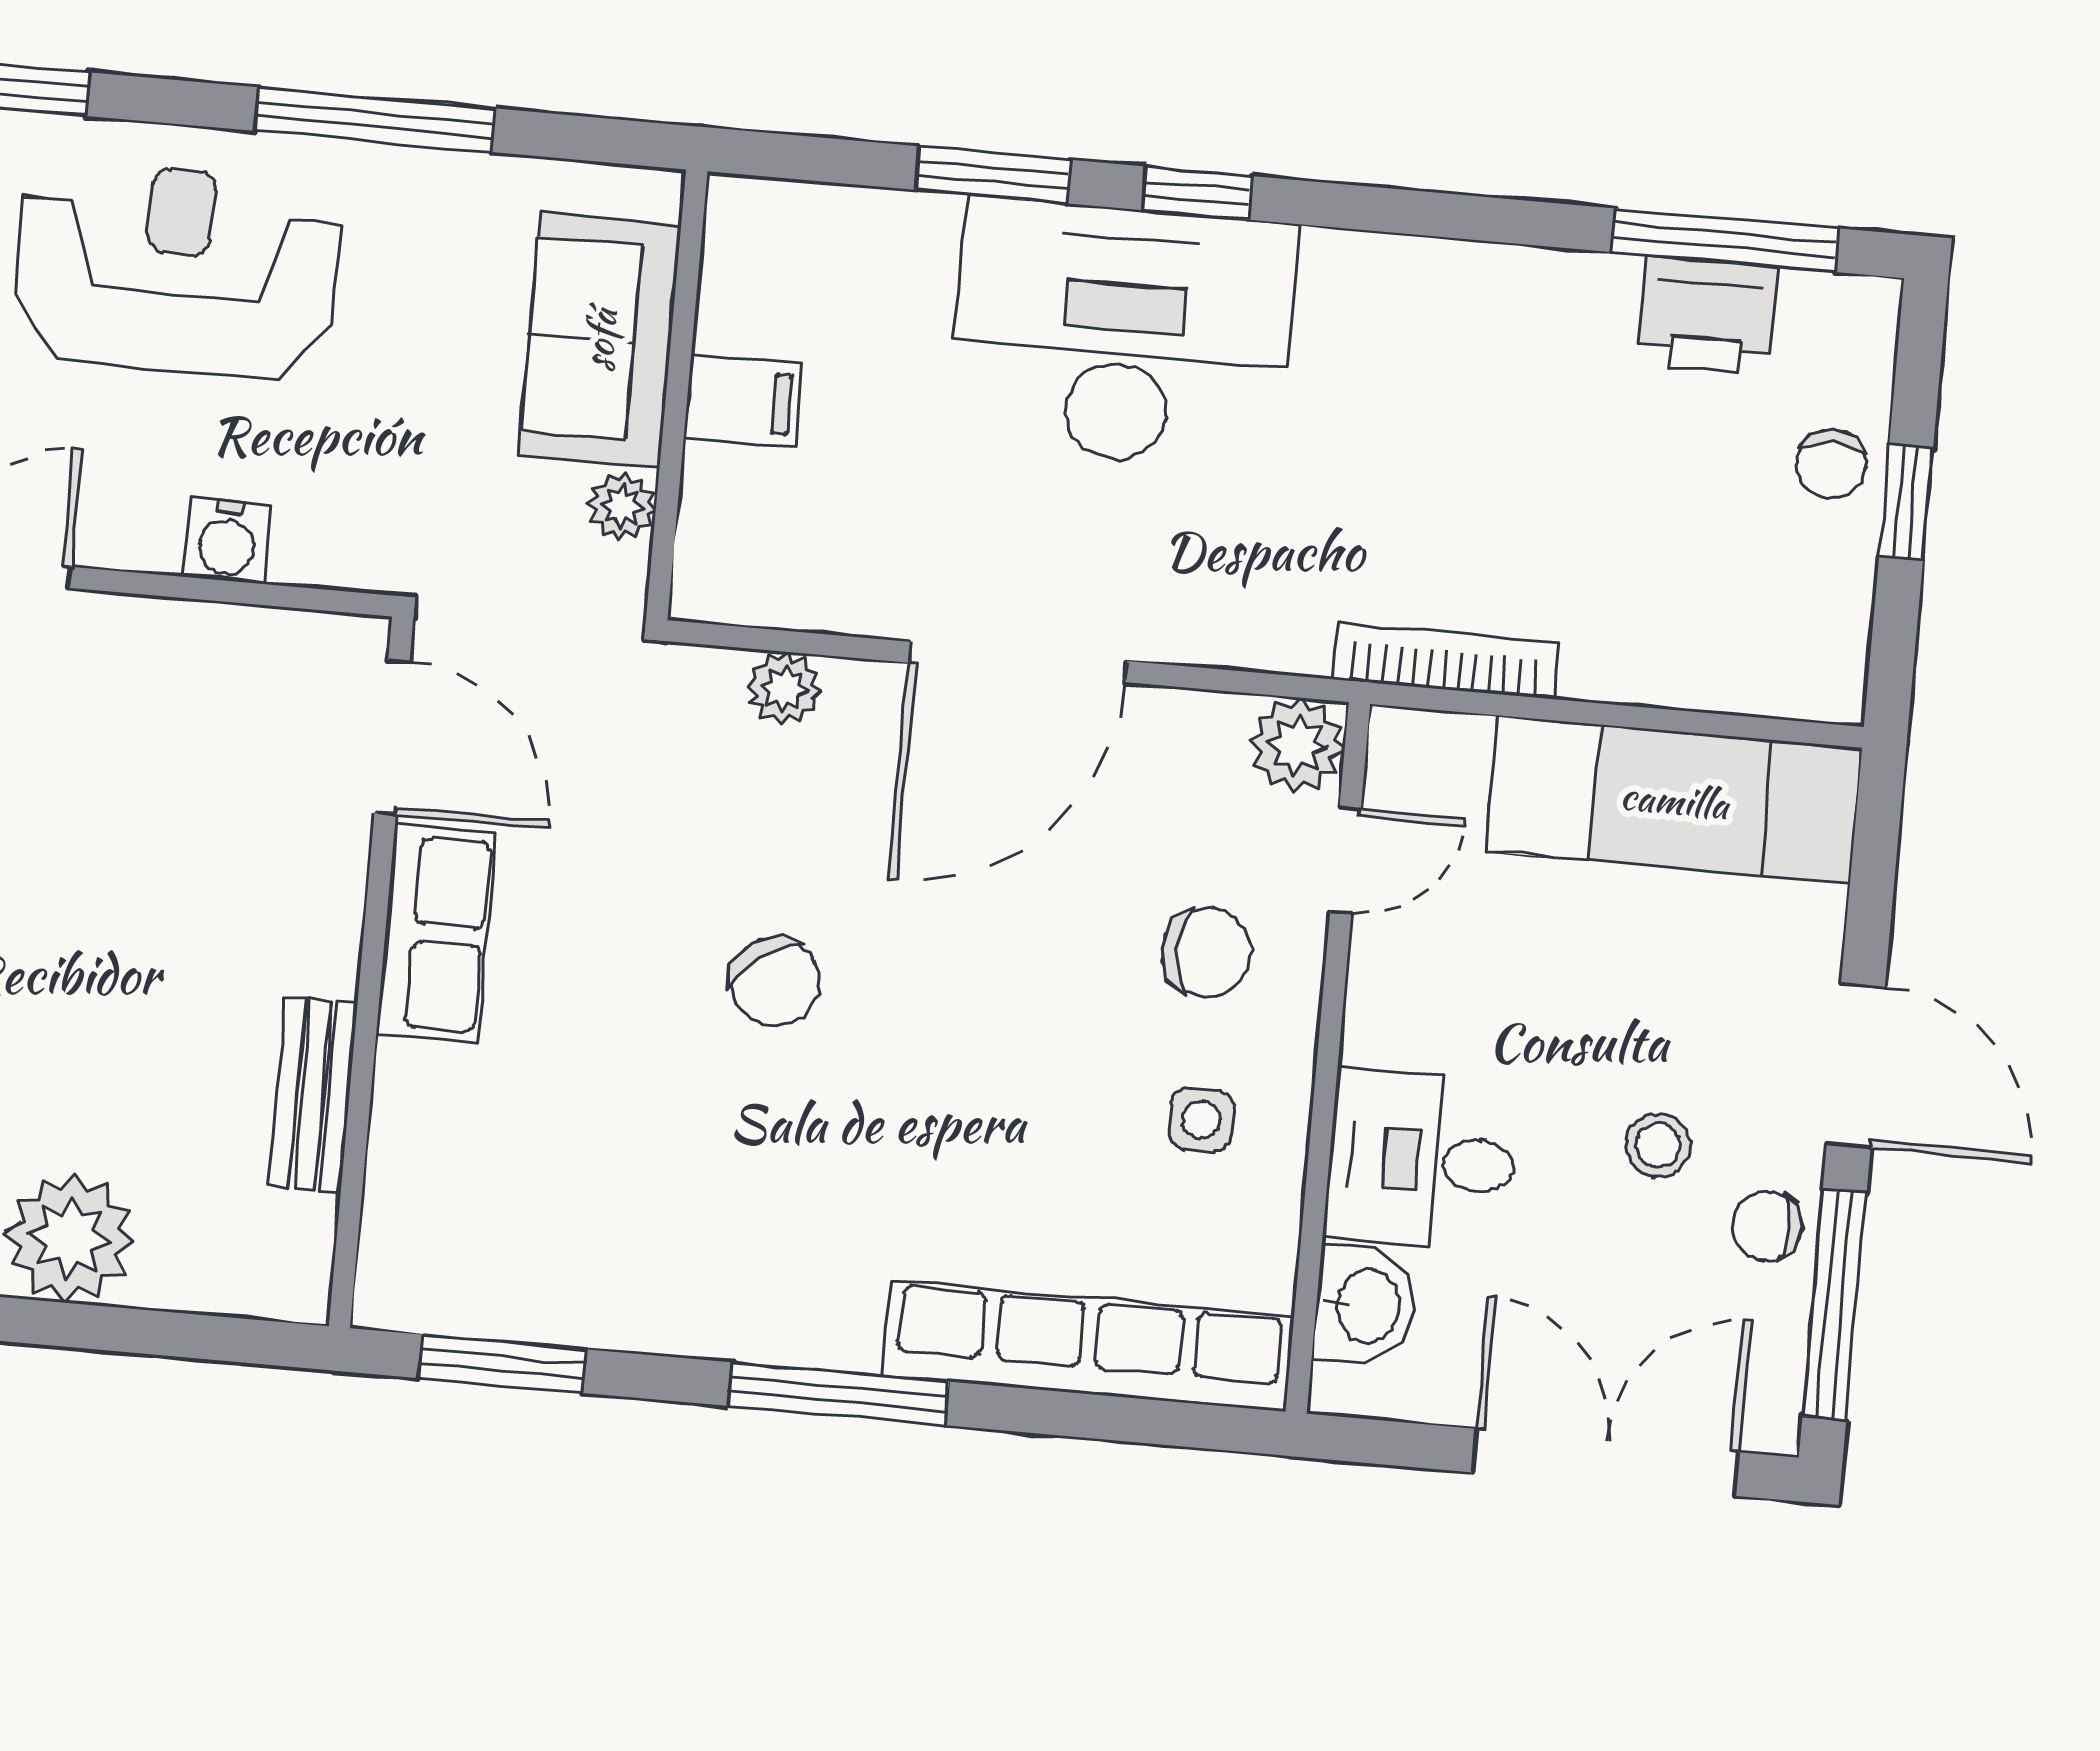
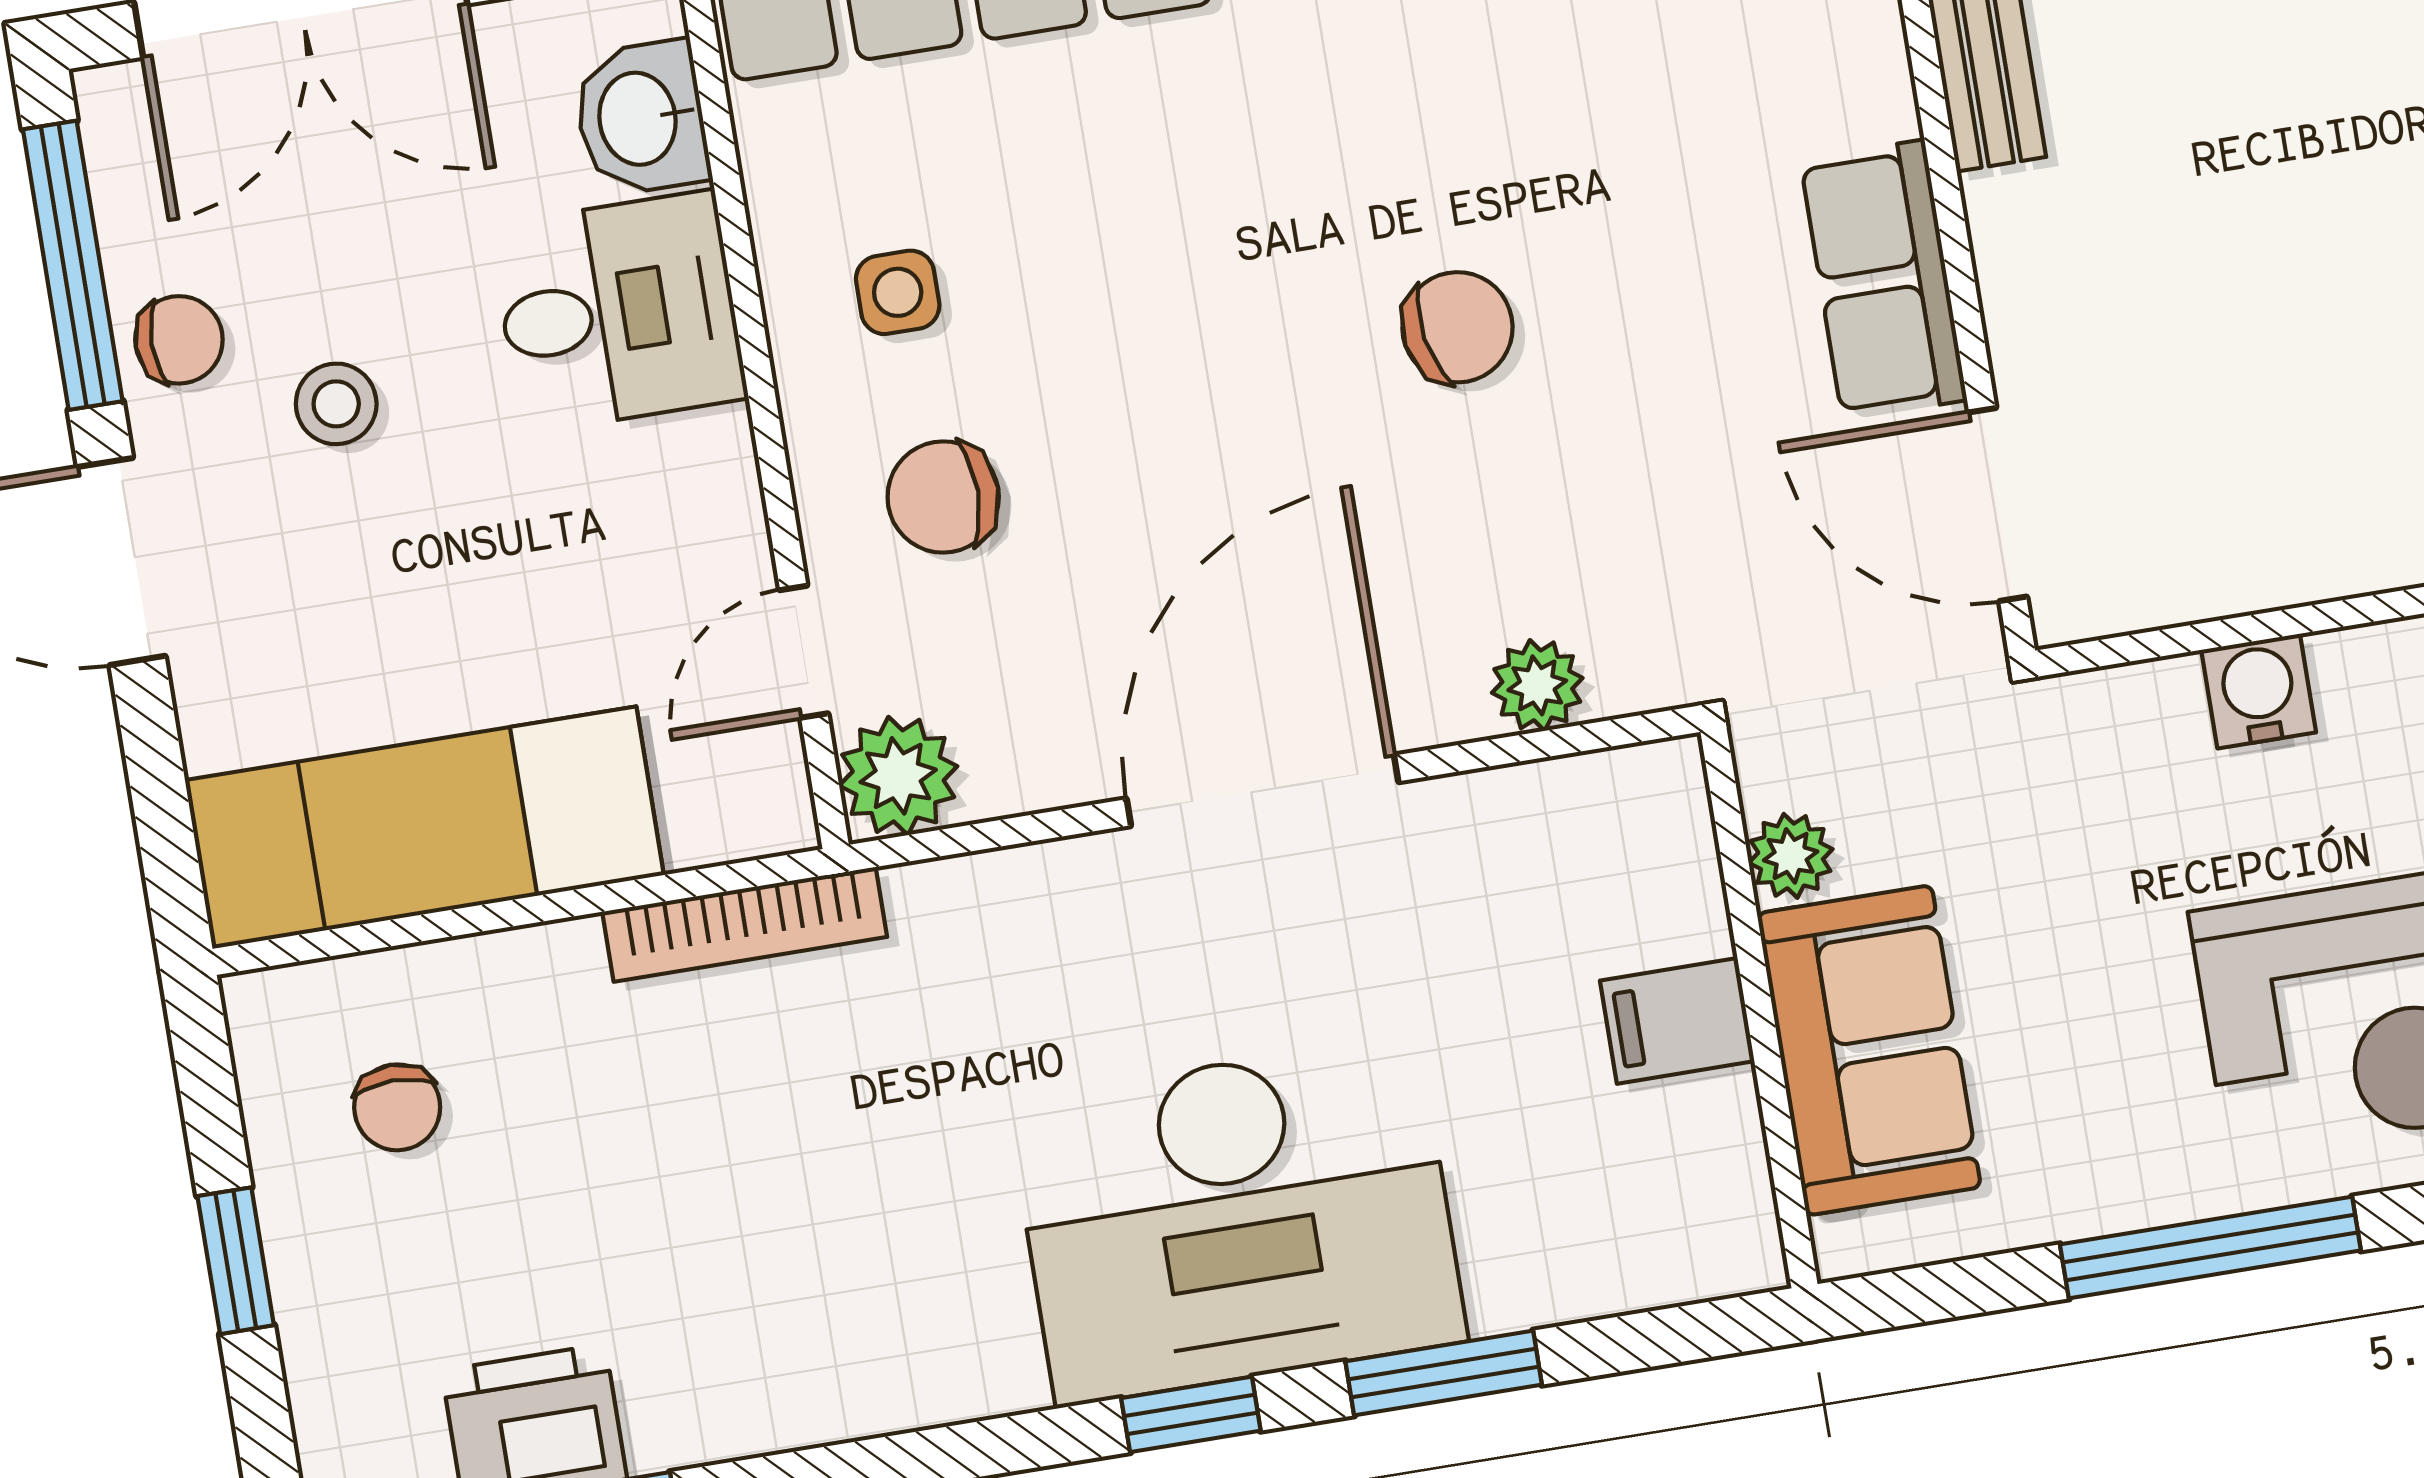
chair: (1831, 464) -> (397, 1107), moved, turned 180
chair: (775, 982) -> (1457, 327), turned 115

